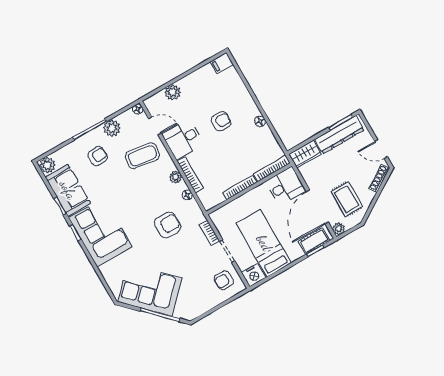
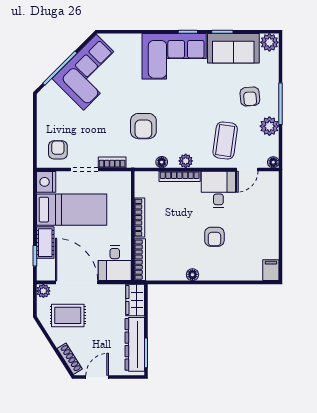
plant: (173, 92) -> (270, 206), removed
cot: (314, 241) -> (45, 243), moved

